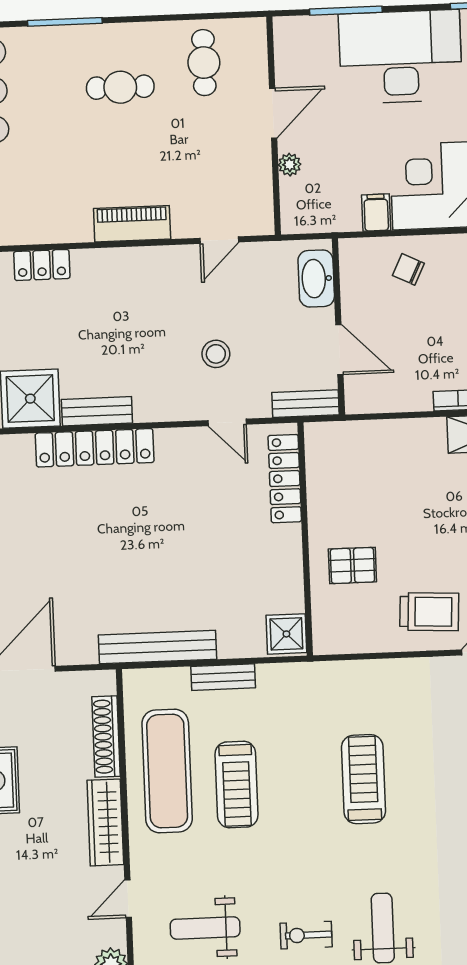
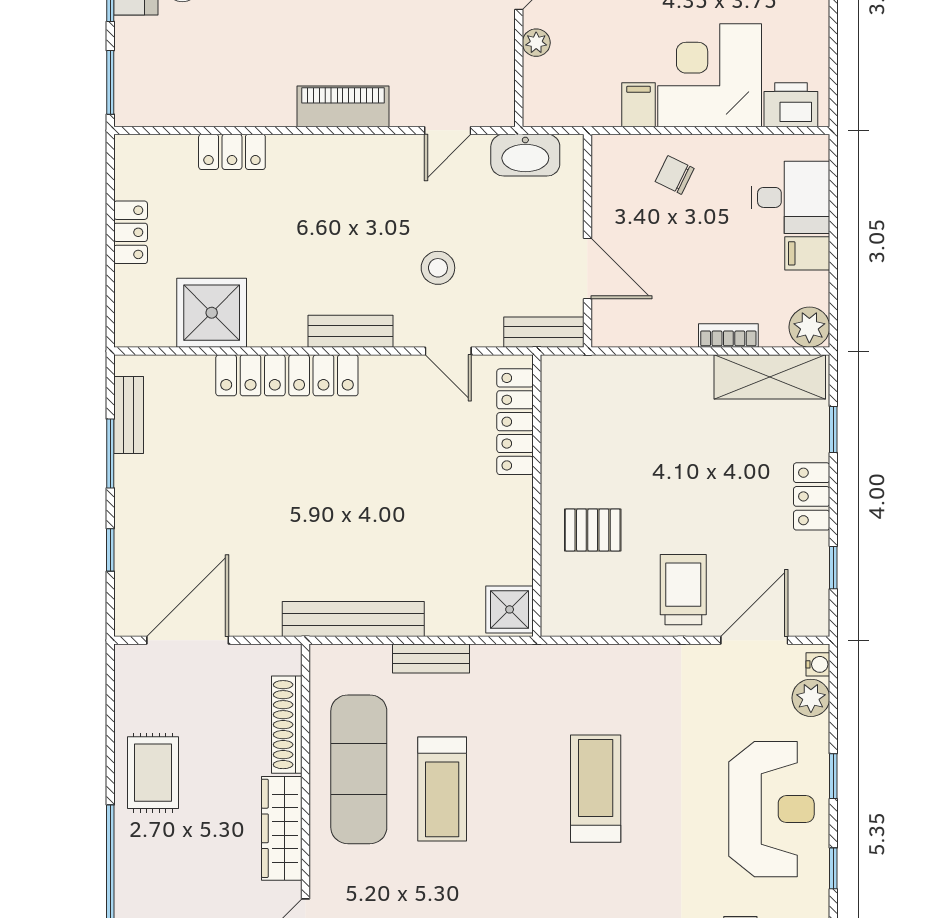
washbasin: (316, 278) -> (525, 155), moved, turned -90
bench: (97, 411) -> (351, 331), moved
trolley: (429, 612) -> (683, 590), turned -93

